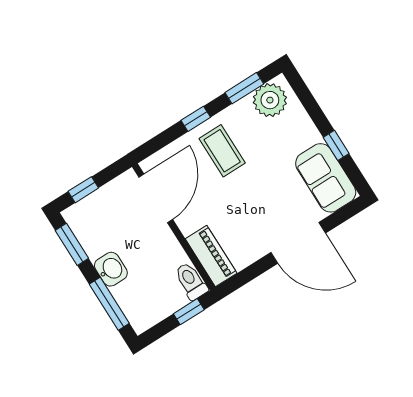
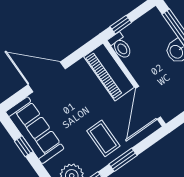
window: (196, 119) -> (123, 160), width x1.50
sofa: (326, 178) -> (35, 130), width x1.36
piano: (211, 256) -> (109, 72), width x1.37, depth x1.33

